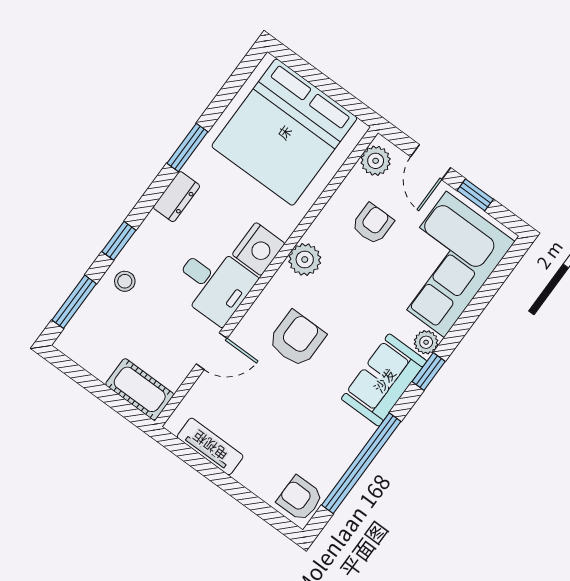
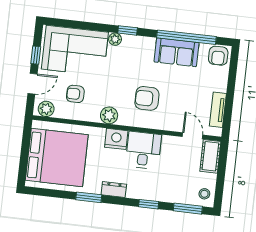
stool: (125, 281) -> (204, 194), moved
door: (212, 351) -> (193, 136), moved
sofa: (384, 380) -> (177, 52), moved

